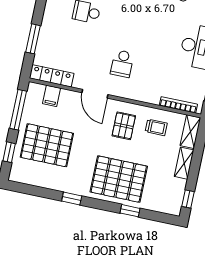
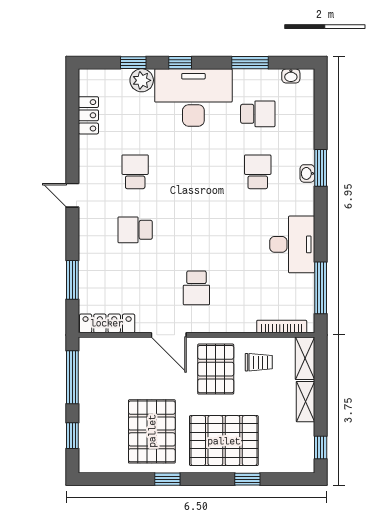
filing cabinet: (52, 96) -> (112, 350), removed
pallet: (124, 126) -> (216, 369), width x1.50, depth x1.42
pallet: (47, 145) -> (152, 431), moved, turned 90

